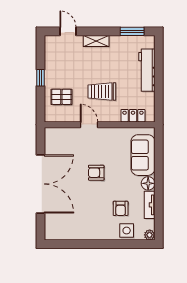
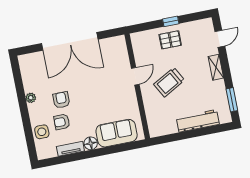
trolley: (102, 92) -> (169, 82), turned -119
pallet: (61, 97) -> (170, 40), moved, turned 90
locker: (133, 116) -> (152, 116), removed
armchair: (96, 173) -> (61, 100), moved
plant: (150, 235) -> (31, 98), moved

